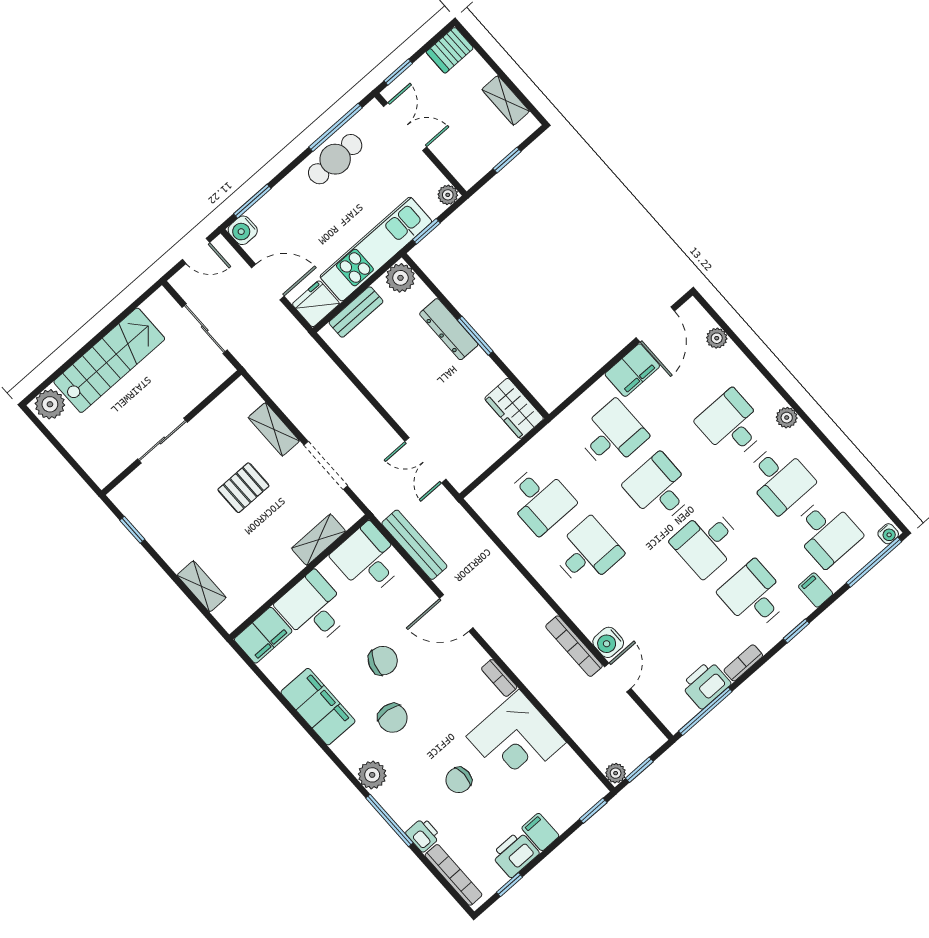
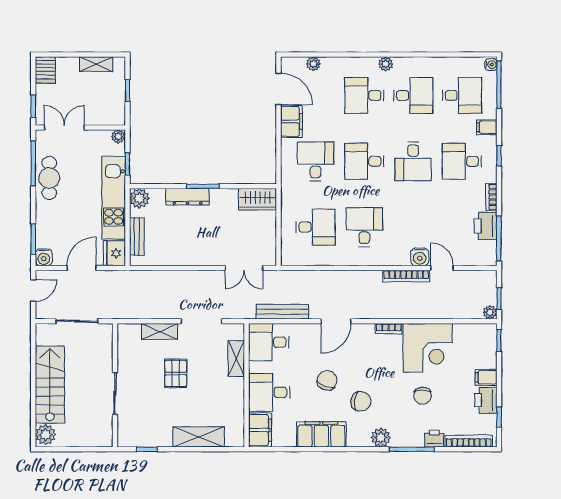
shelving: (202, 586) -> (199, 437), width x1.50, depth x1.33

